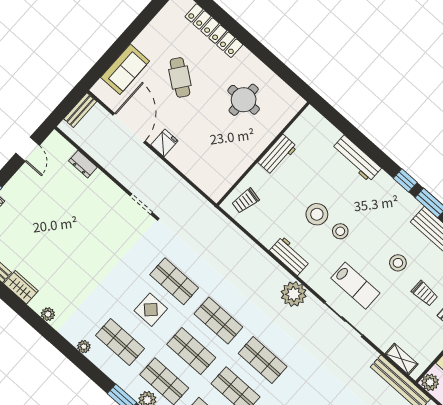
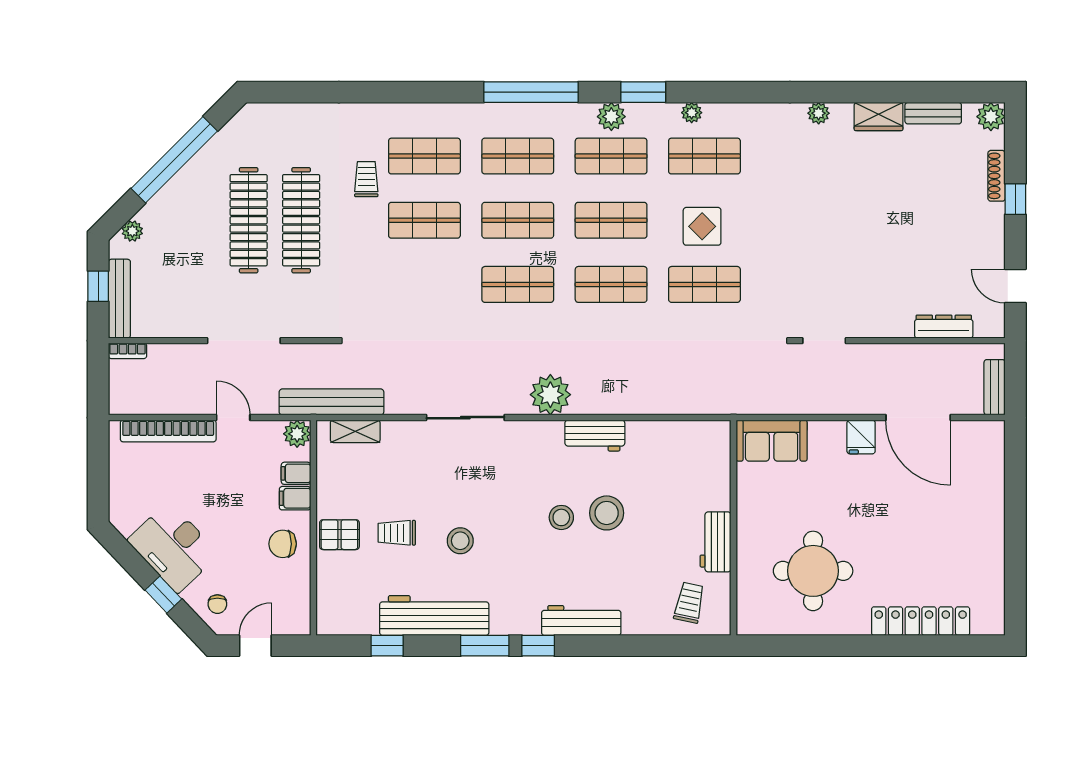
sofa: (125, 69) -> (772, 441), moved, turned -90
cafe table: (180, 77) -> (911, 530), removed
round table: (244, 100) -> (813, 571), width x1.36, depth x1.36
workbench: (357, 158) -> (581, 620), moved
dresser: (83, 164) -> (944, 327), width x1.44
trolley: (245, 201) -> (689, 603), moved
lab bench: (355, 286) -> (486, 469), removed
plant: (84, 347) -> (692, 113), moved

